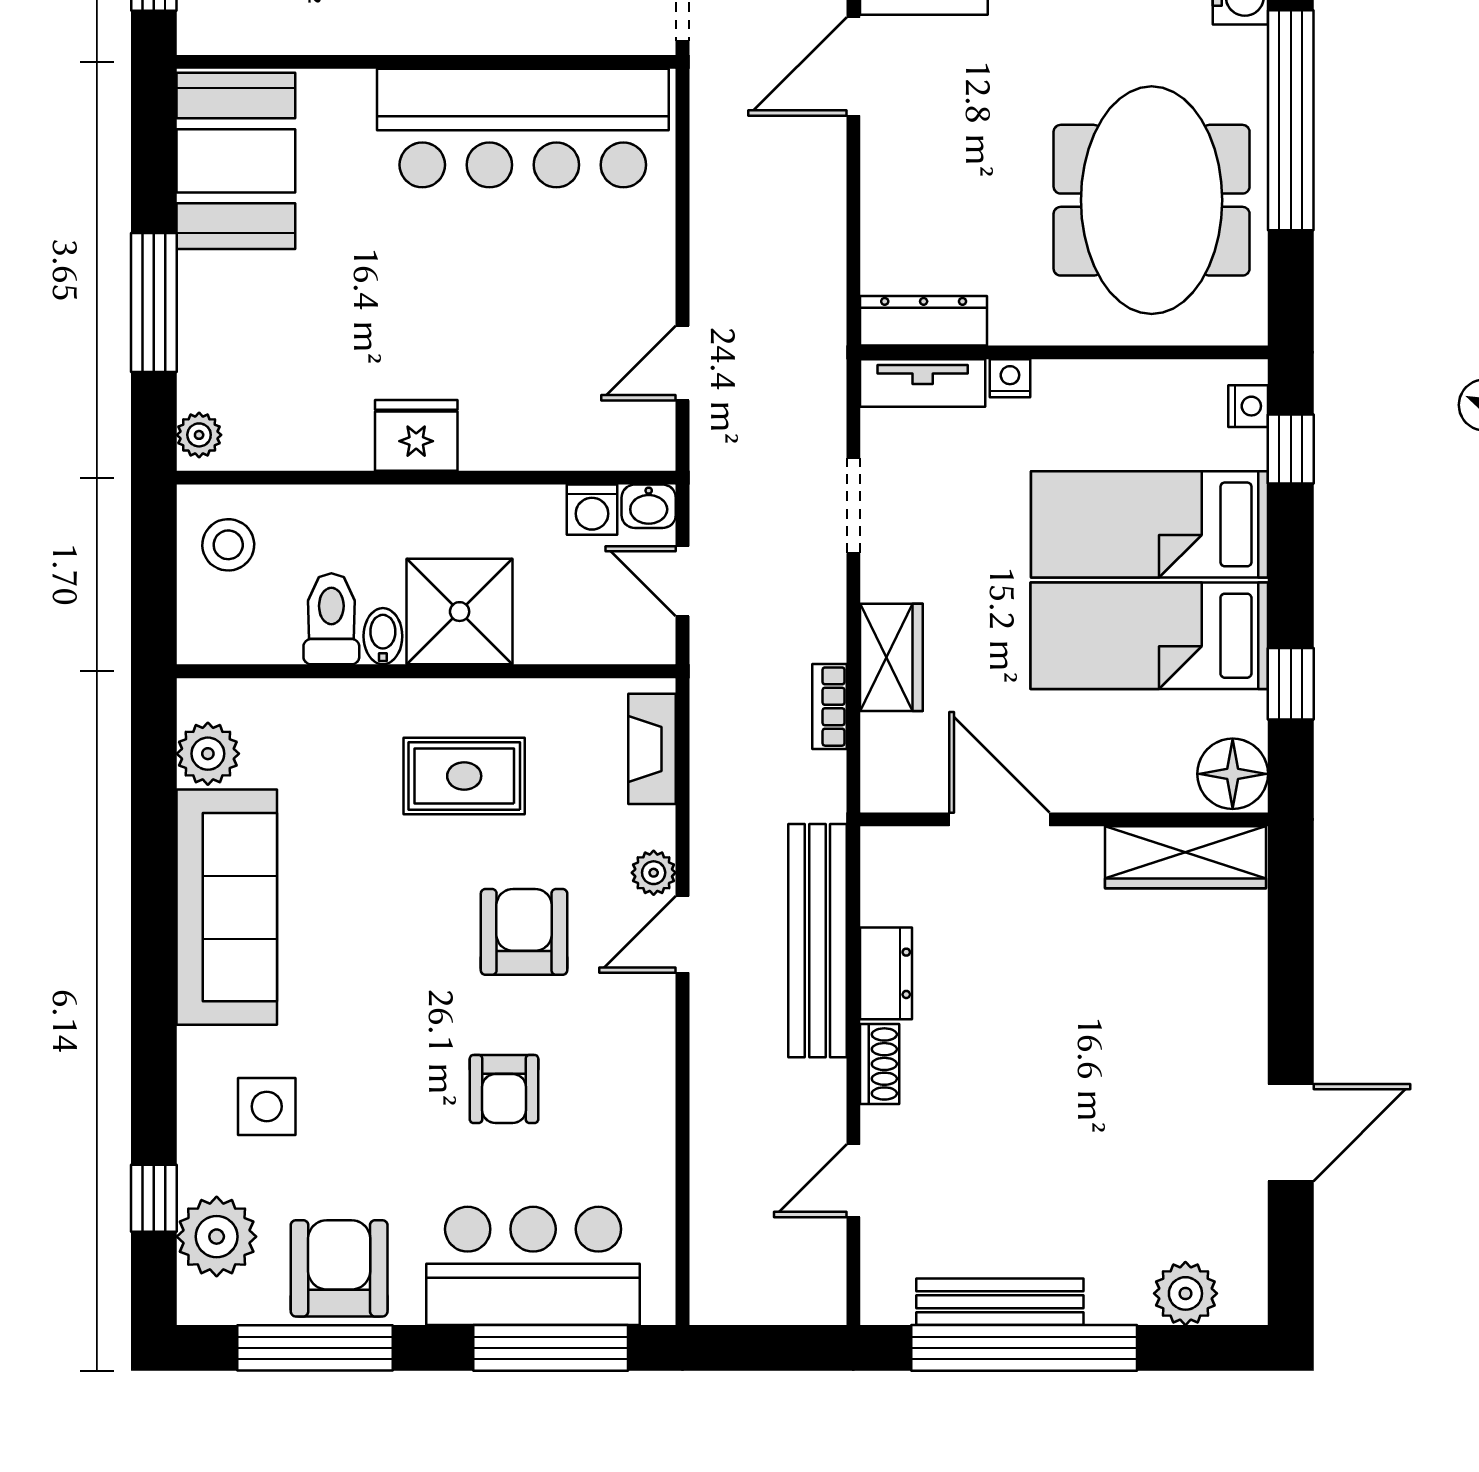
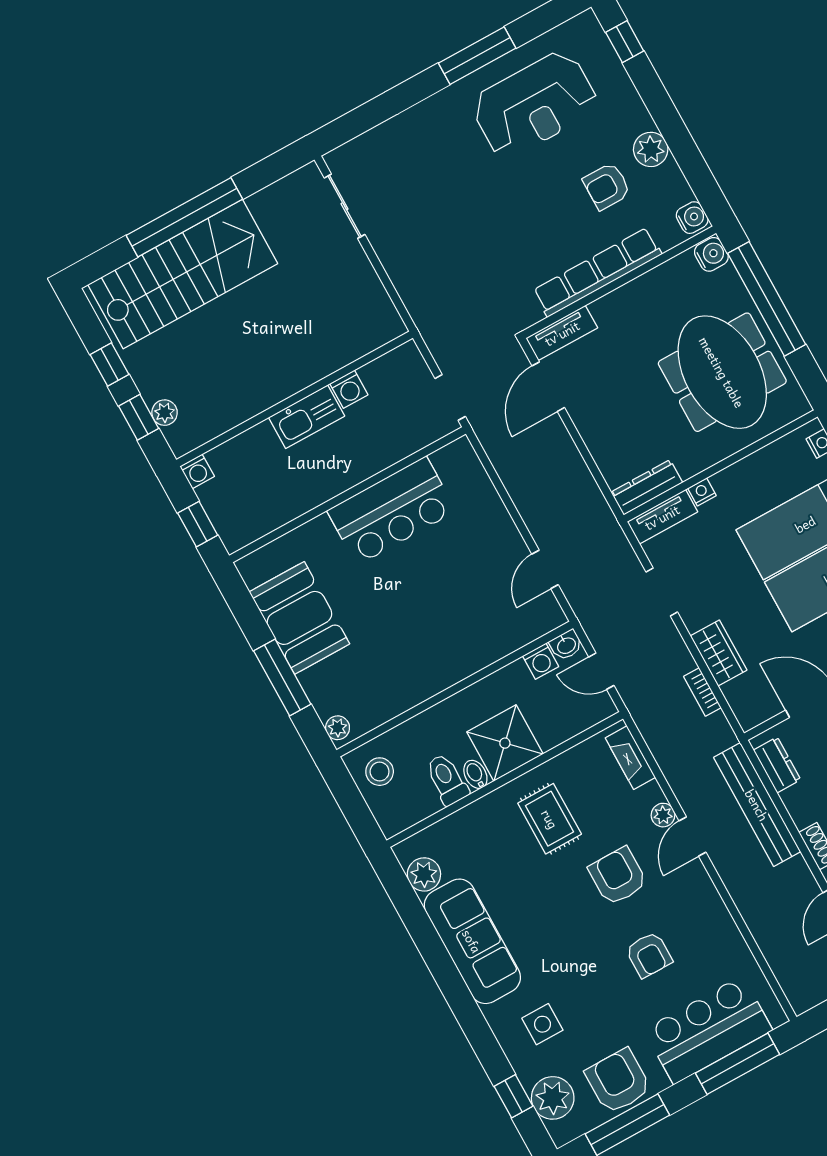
bar counter: (523, 128) -> (392, 511), width x0.73
booth: (236, 161) -> (299, 618), moved
fridge: (416, 435) -> (439, 672), removed
rug: (464, 776) -> (550, 819), turned 90
dresser: (886, 973) -> (777, 765), moved

